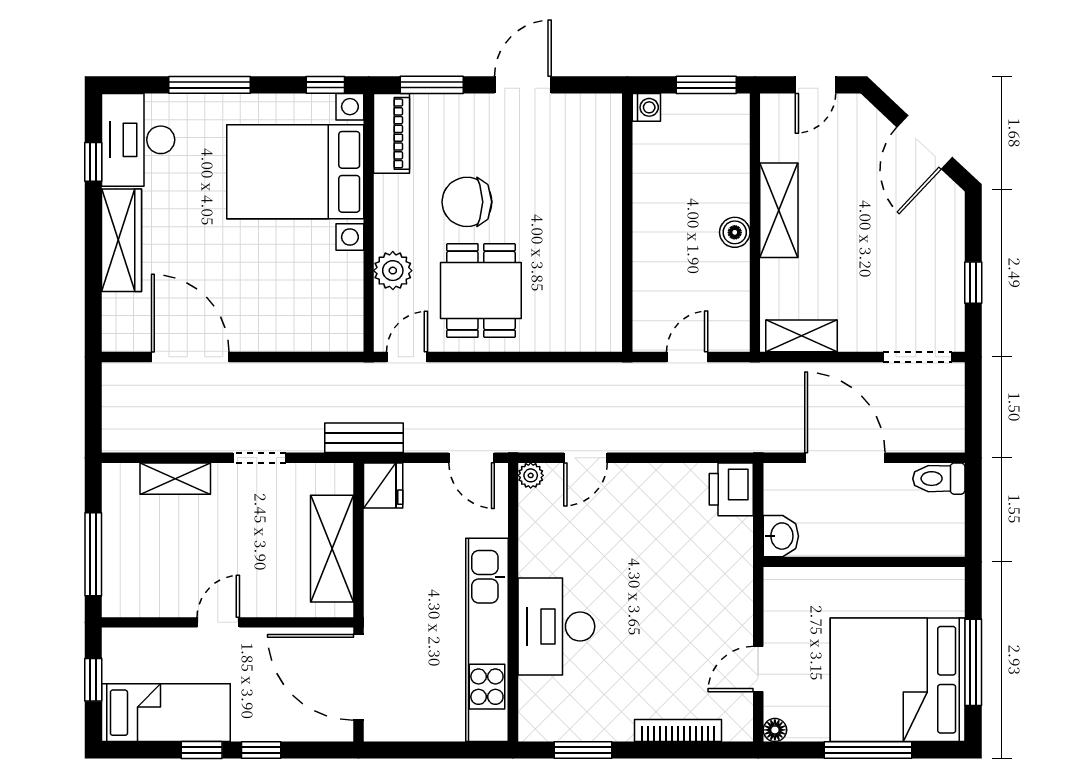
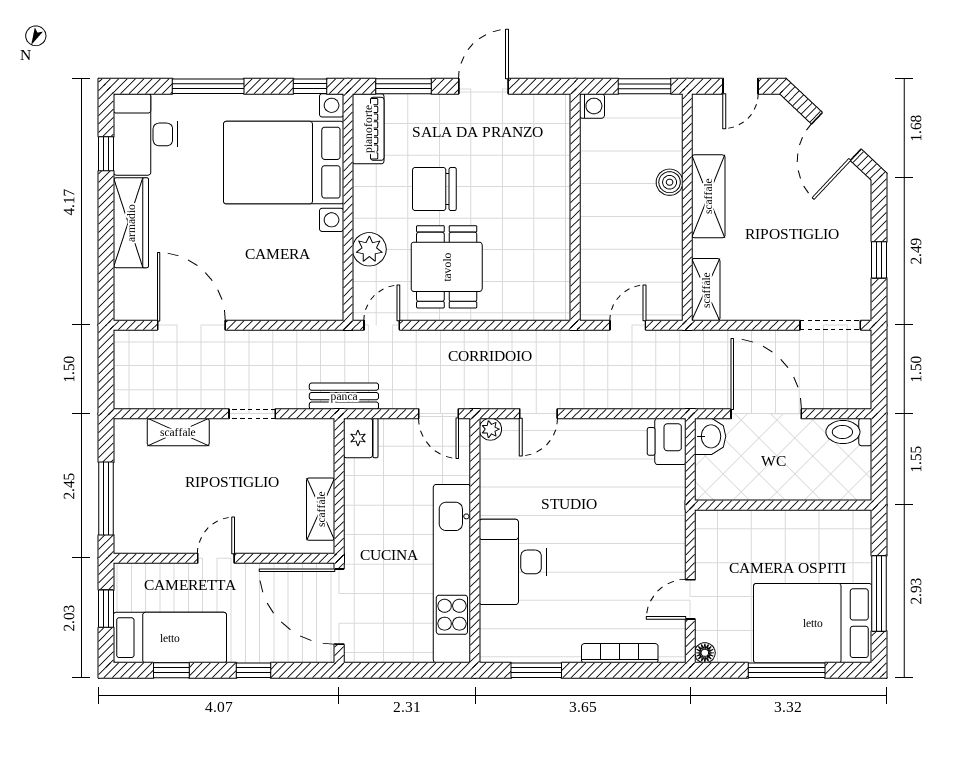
boiler: (735, 232) -> (670, 182), moved
shelving: (801, 336) -> (706, 290), moved, turned 90
washbasin: (781, 536) -> (710, 436), moved
shelving: (332, 549) -> (321, 509), width x0.67, depth x0.75
bed: (898, 680) -> (813, 623), width x0.73
window: (202, 750) -> (171, 670), moved

